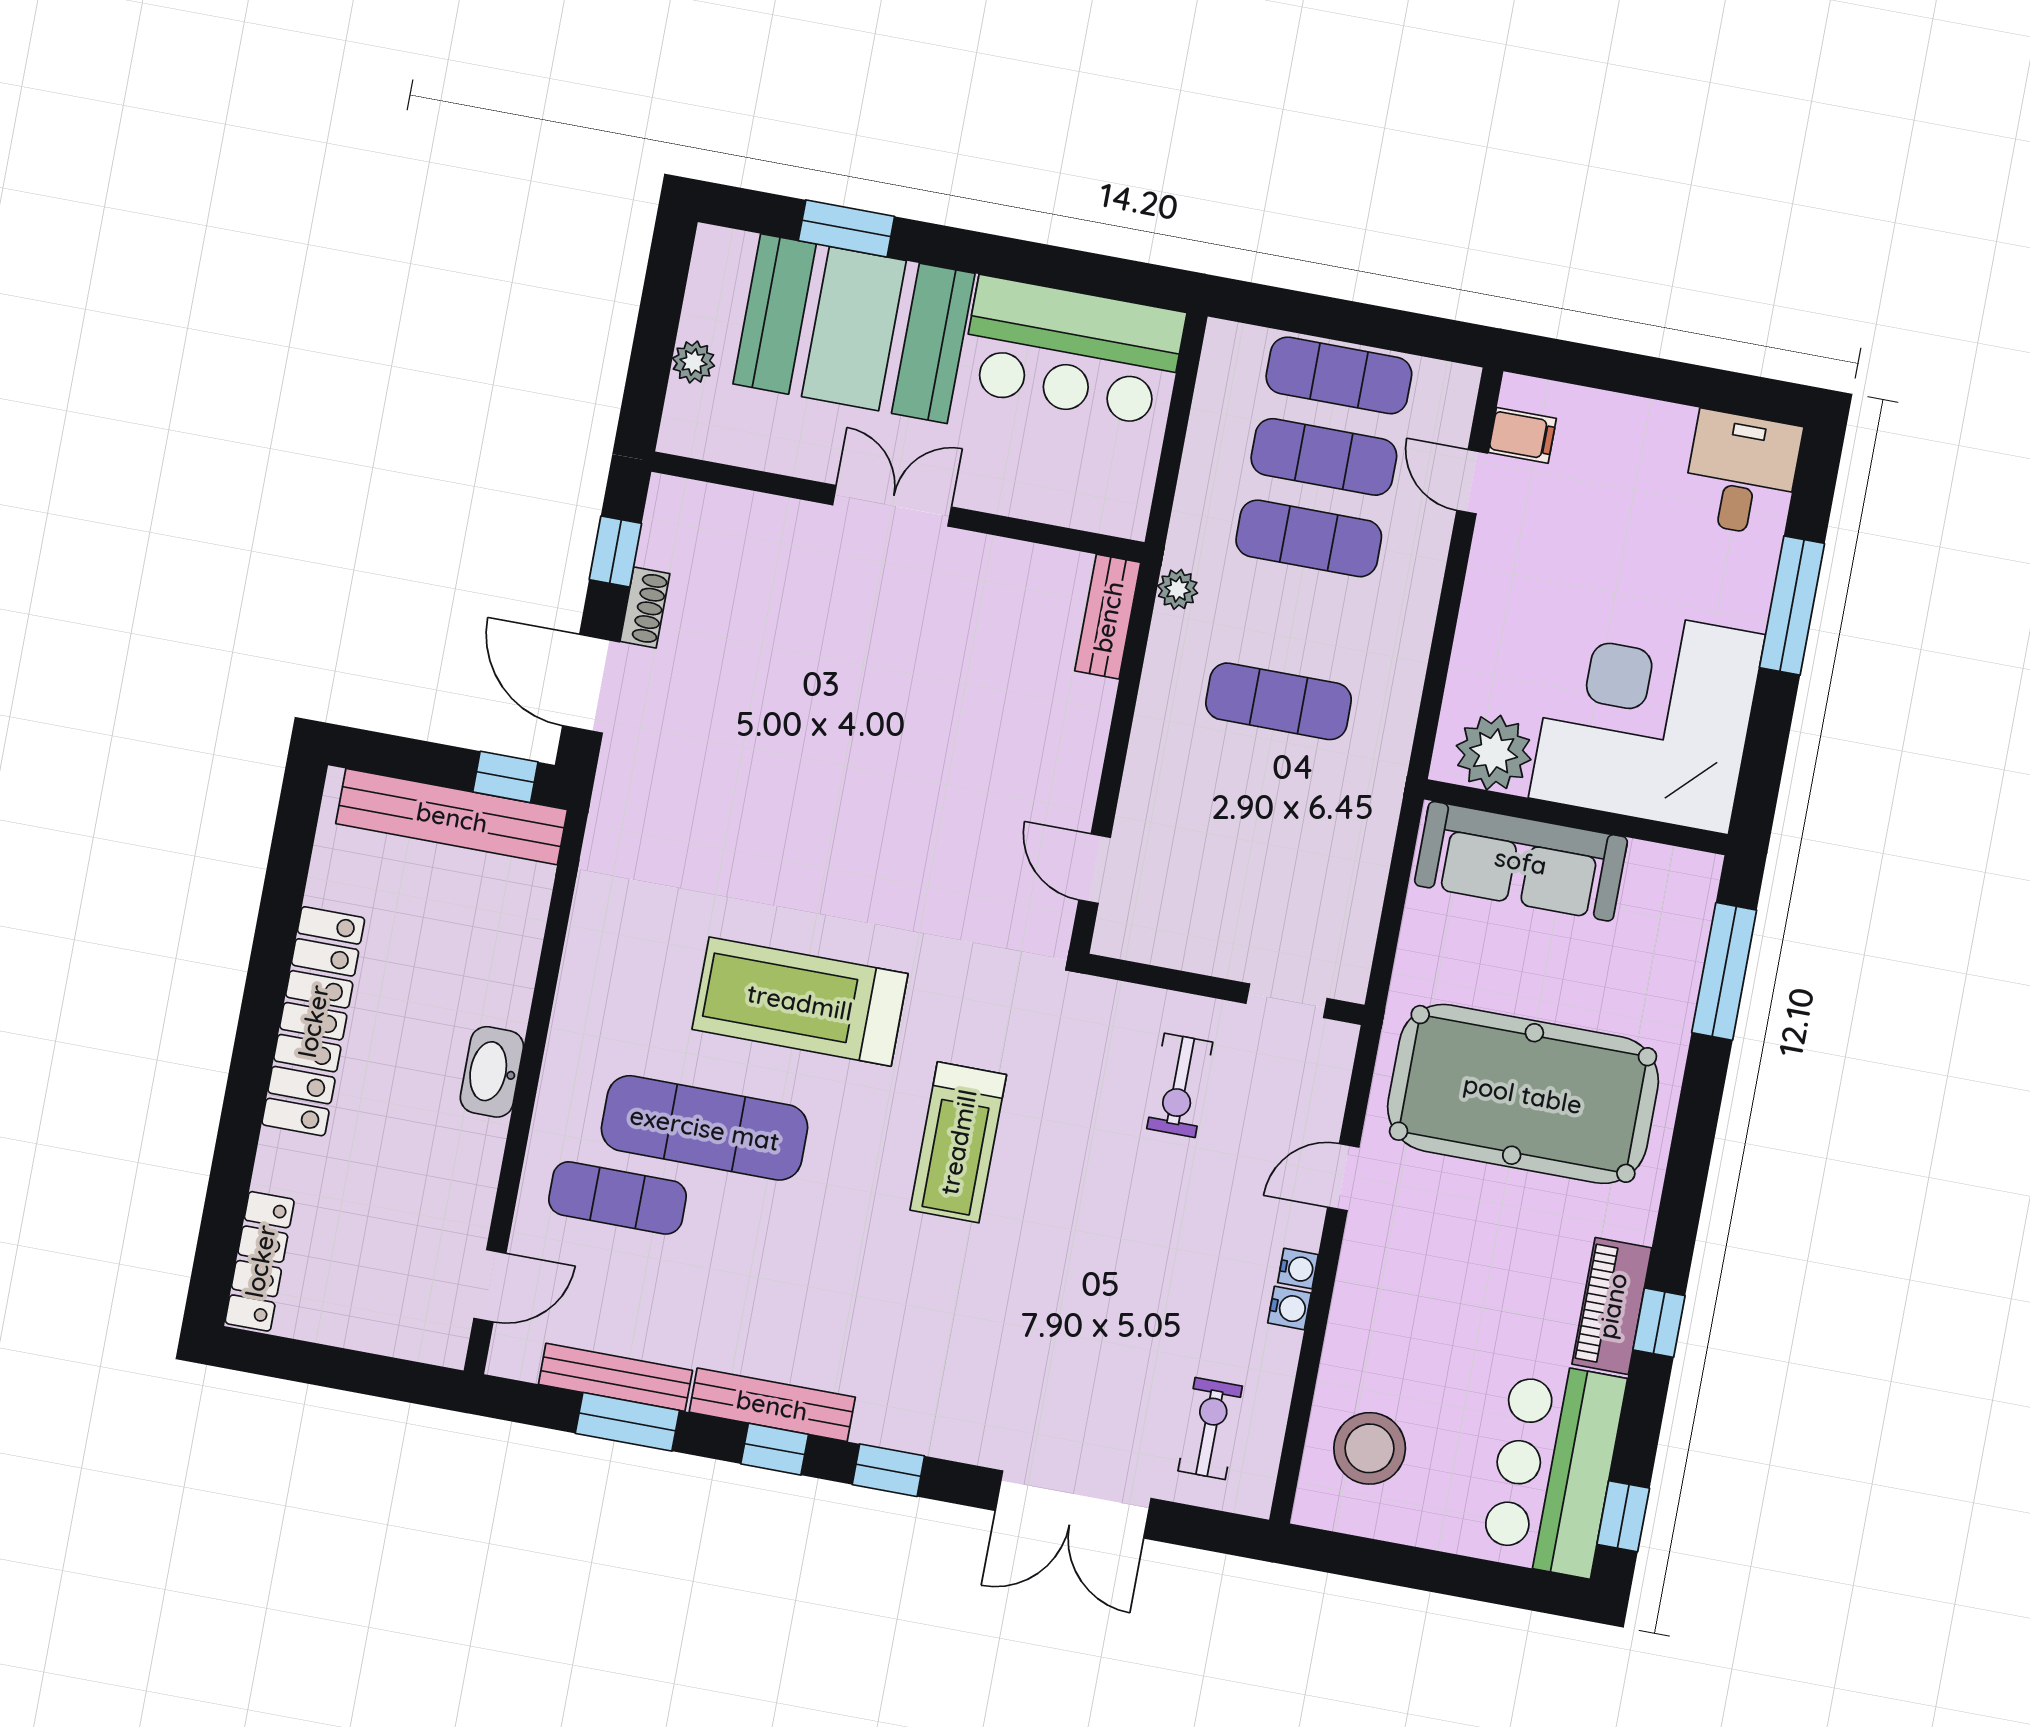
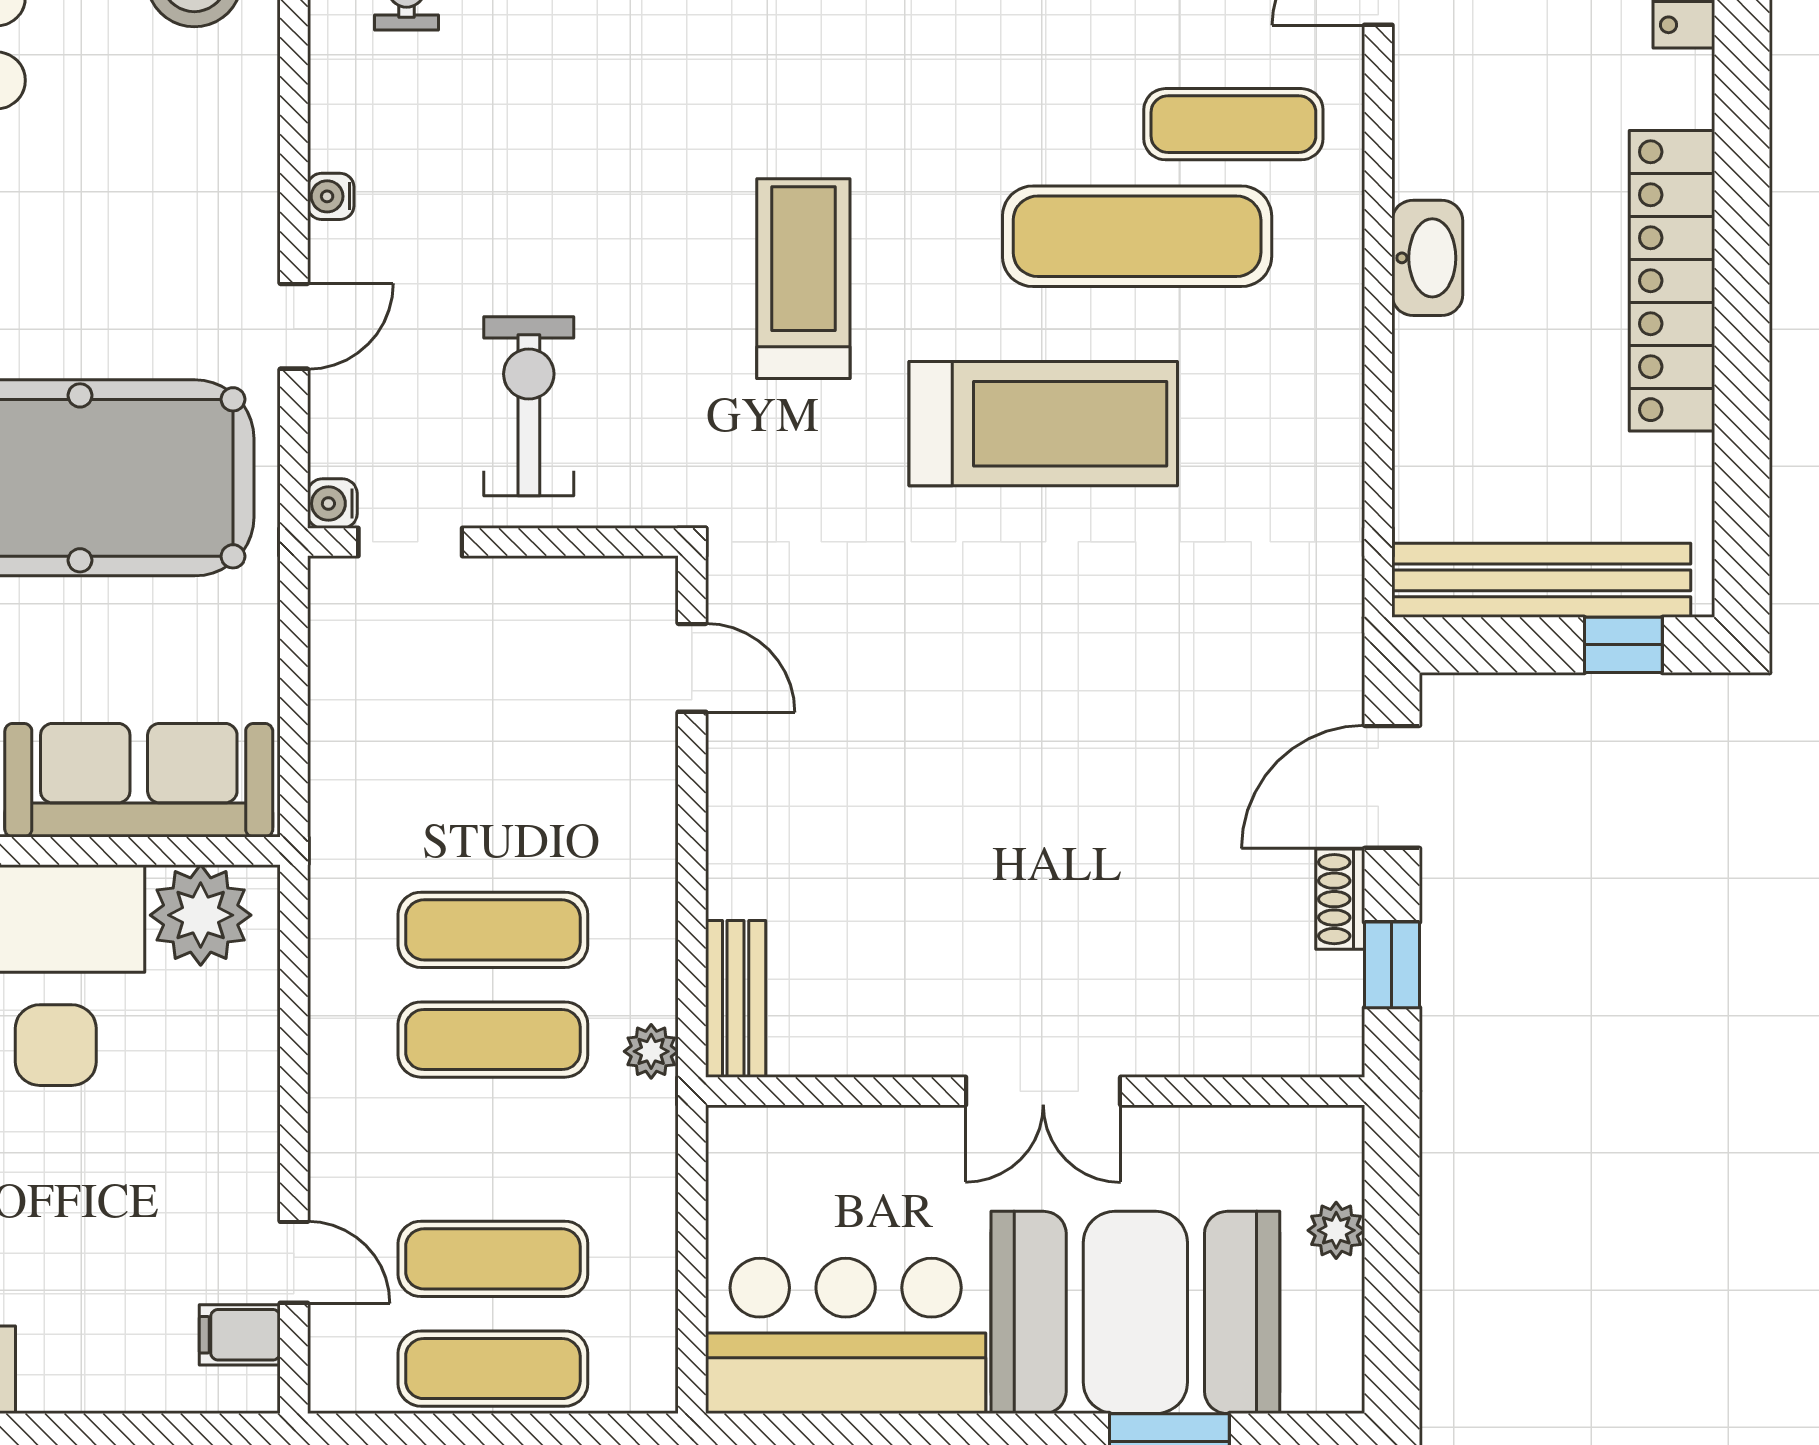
exercise mat: (1309, 538) -> (493, 1040), moved
door: (591, 684) -> (1392, 787), swing flipped
window: (505, 777) -> (1623, 645), moved
exercise bike: (1180, 1085) -> (529, 406), width x1.38, depth x1.39
water cooler: (1289, 1308) -> (332, 504), moved

